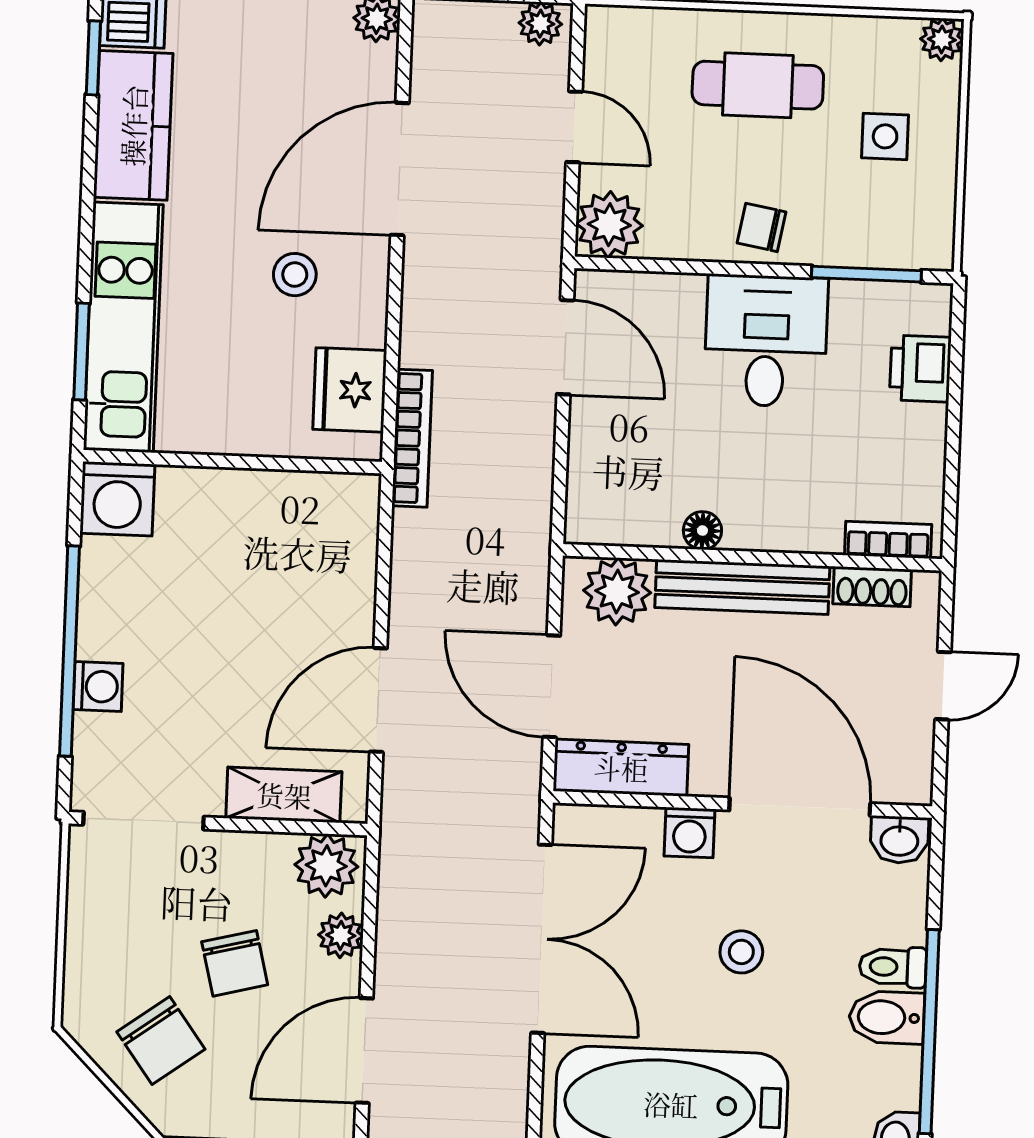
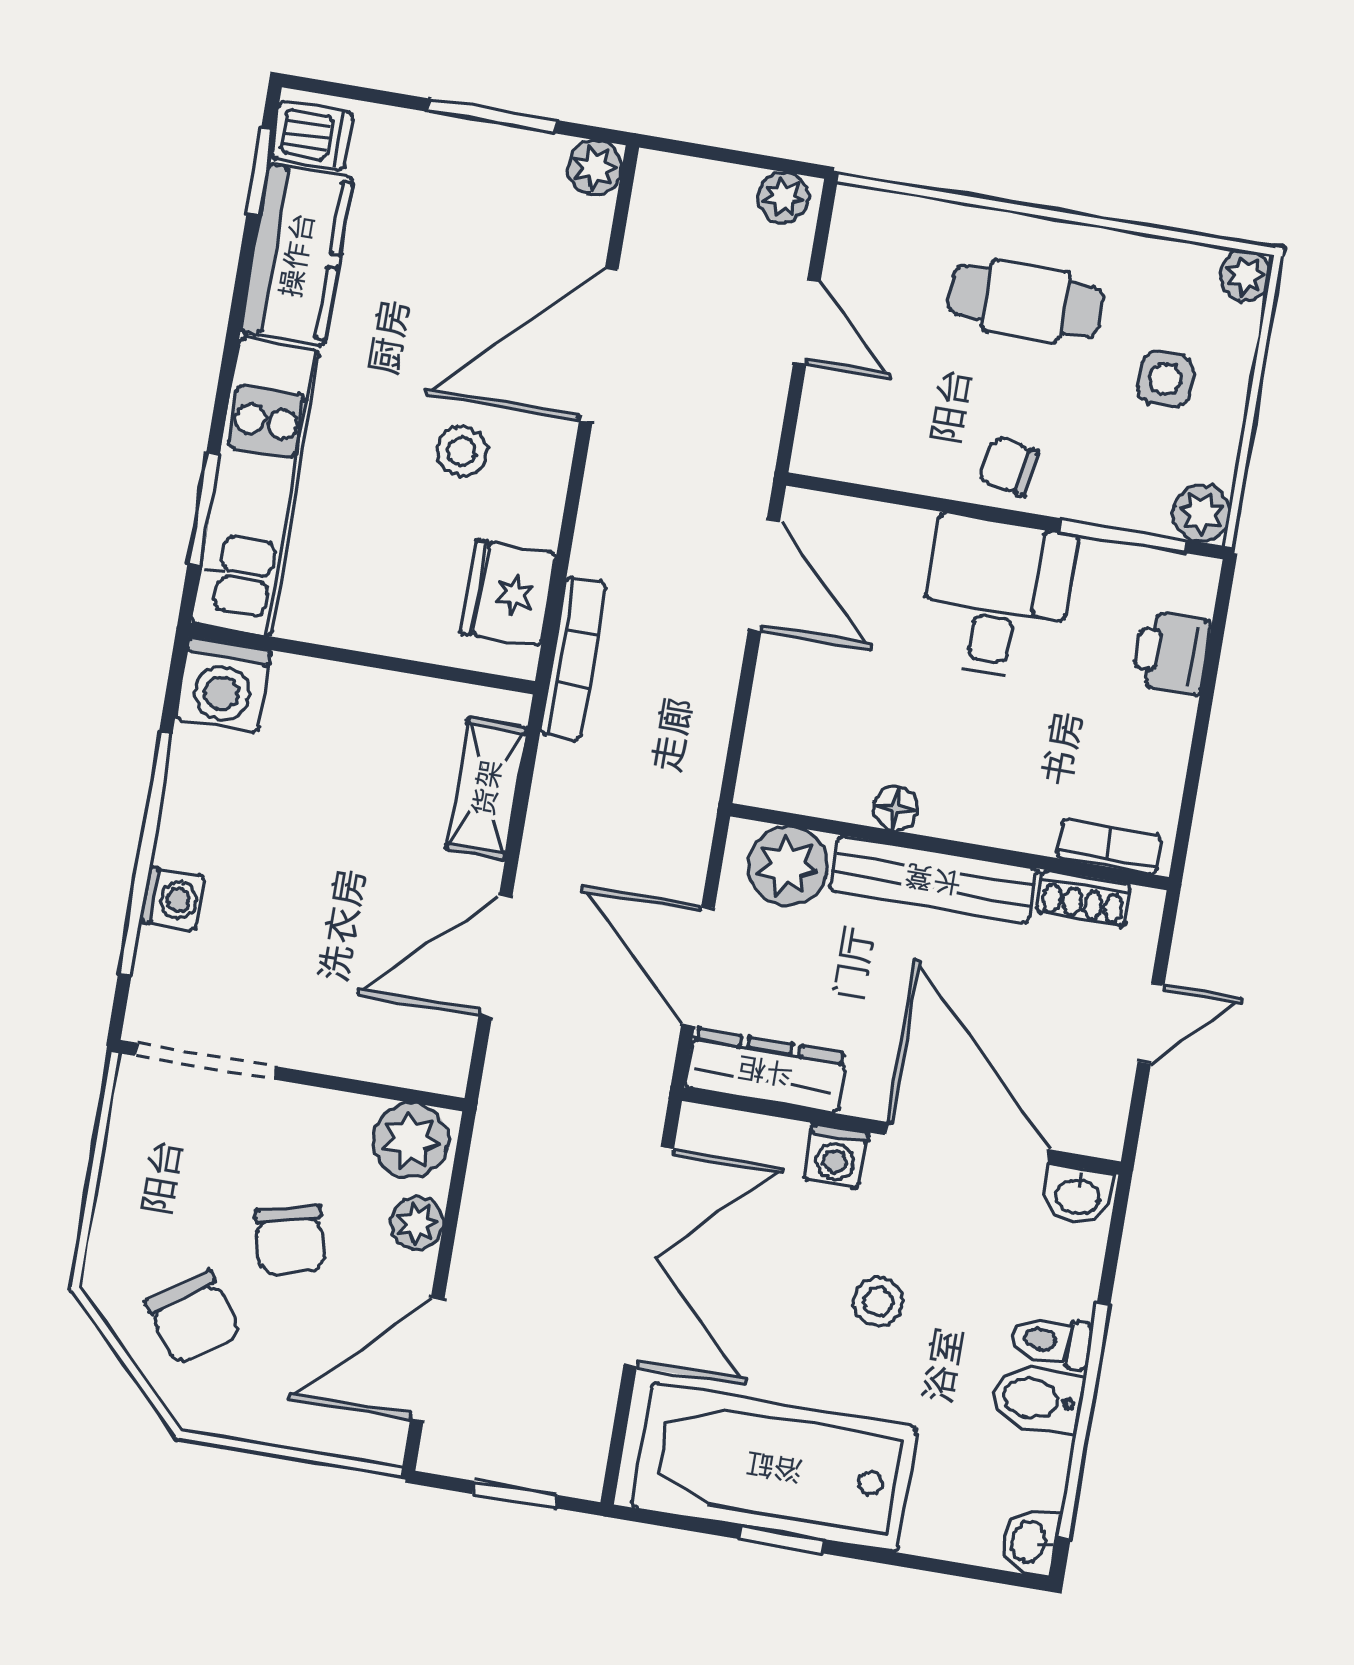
plant: (609, 225) -> (1202, 513), moved, width x0.73, depth x0.73
shelving: (284, 795) -> (487, 788), moved, turned 90

